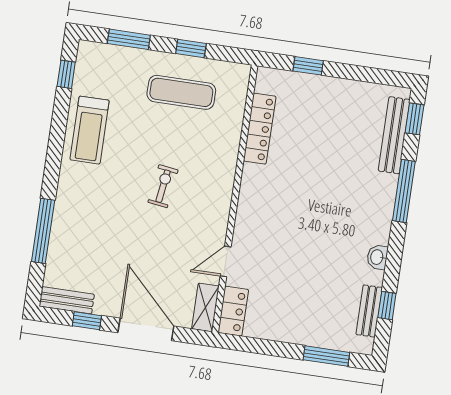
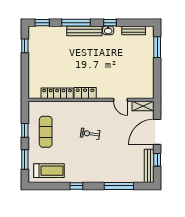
window: (308, 66) -> (25, 46), moved
window: (66, 74) -> (76, 186), moved
treadmill: (90, 130) -> (49, 171), moved
bench: (394, 135) -> (84, 31), moved
bench: (67, 300) -> (149, 166), width x1.36
window: (387, 306) -> (110, 23), moved
locker: (233, 311) -> (85, 93), moved

